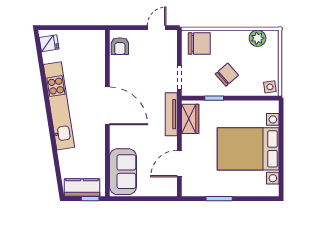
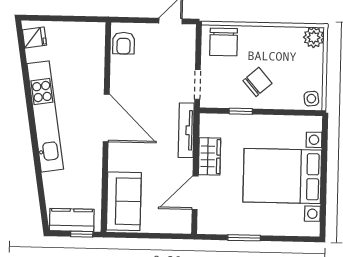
plant: (258, 38) -> (314, 37), moved
chair: (199, 43) -> (224, 42), turned 90
wardrobe: (190, 119) -> (209, 156), moved

